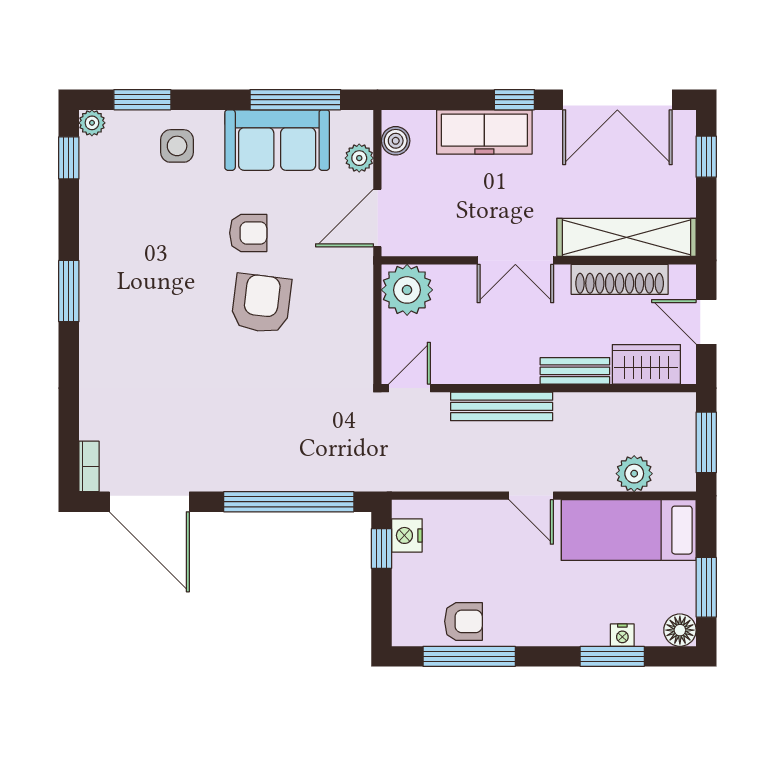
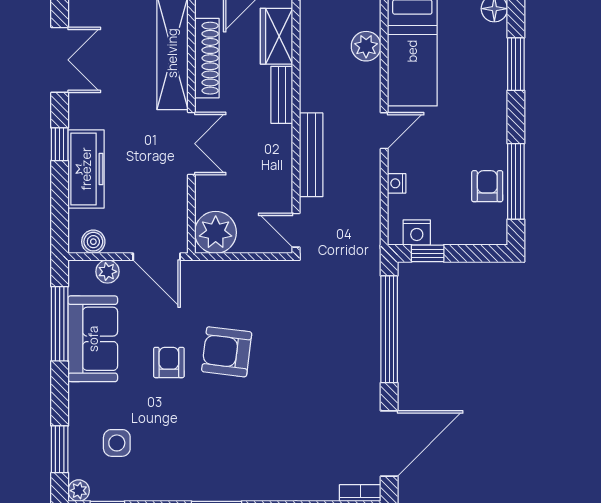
double door: (617, 100) -> (60, 60), width x0.73
side table: (177, 146) -> (117, 443), moved
nightstand: (622, 635) -> (397, 183), moved, turned 180

